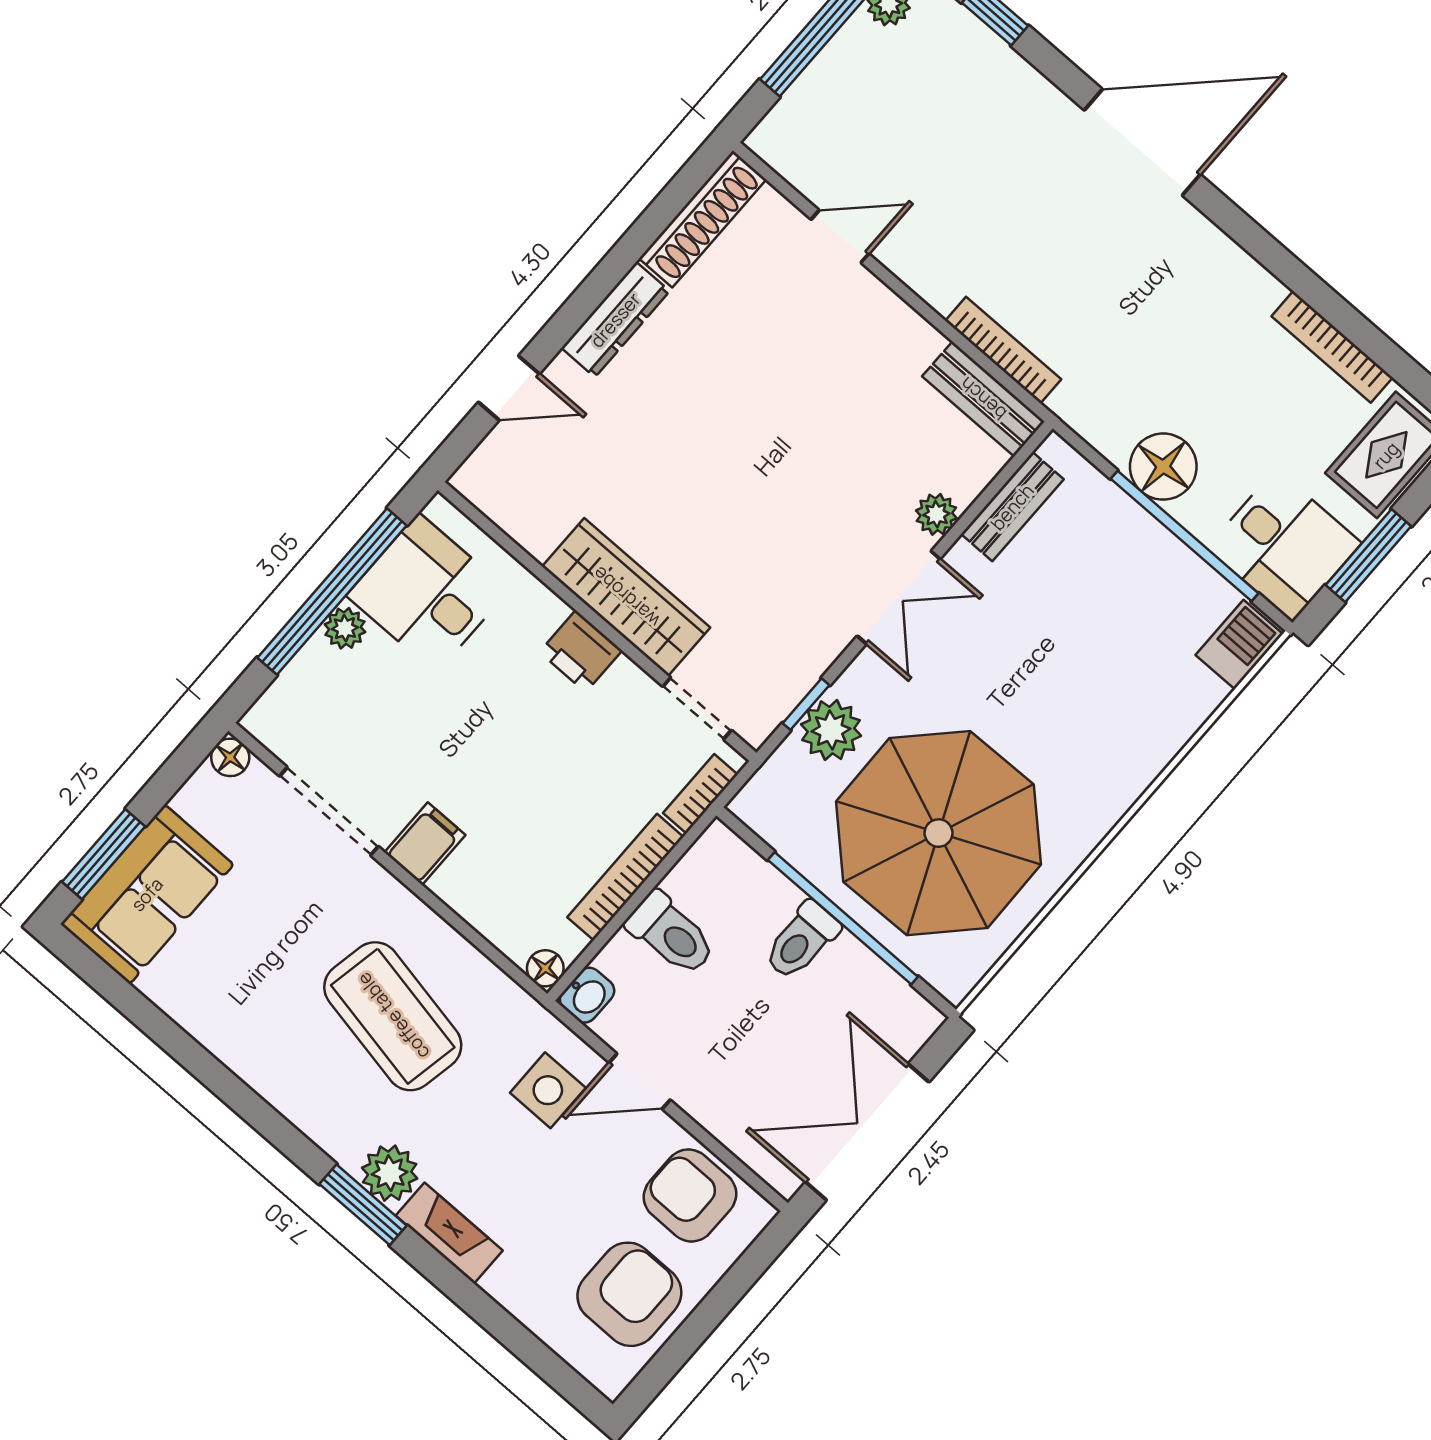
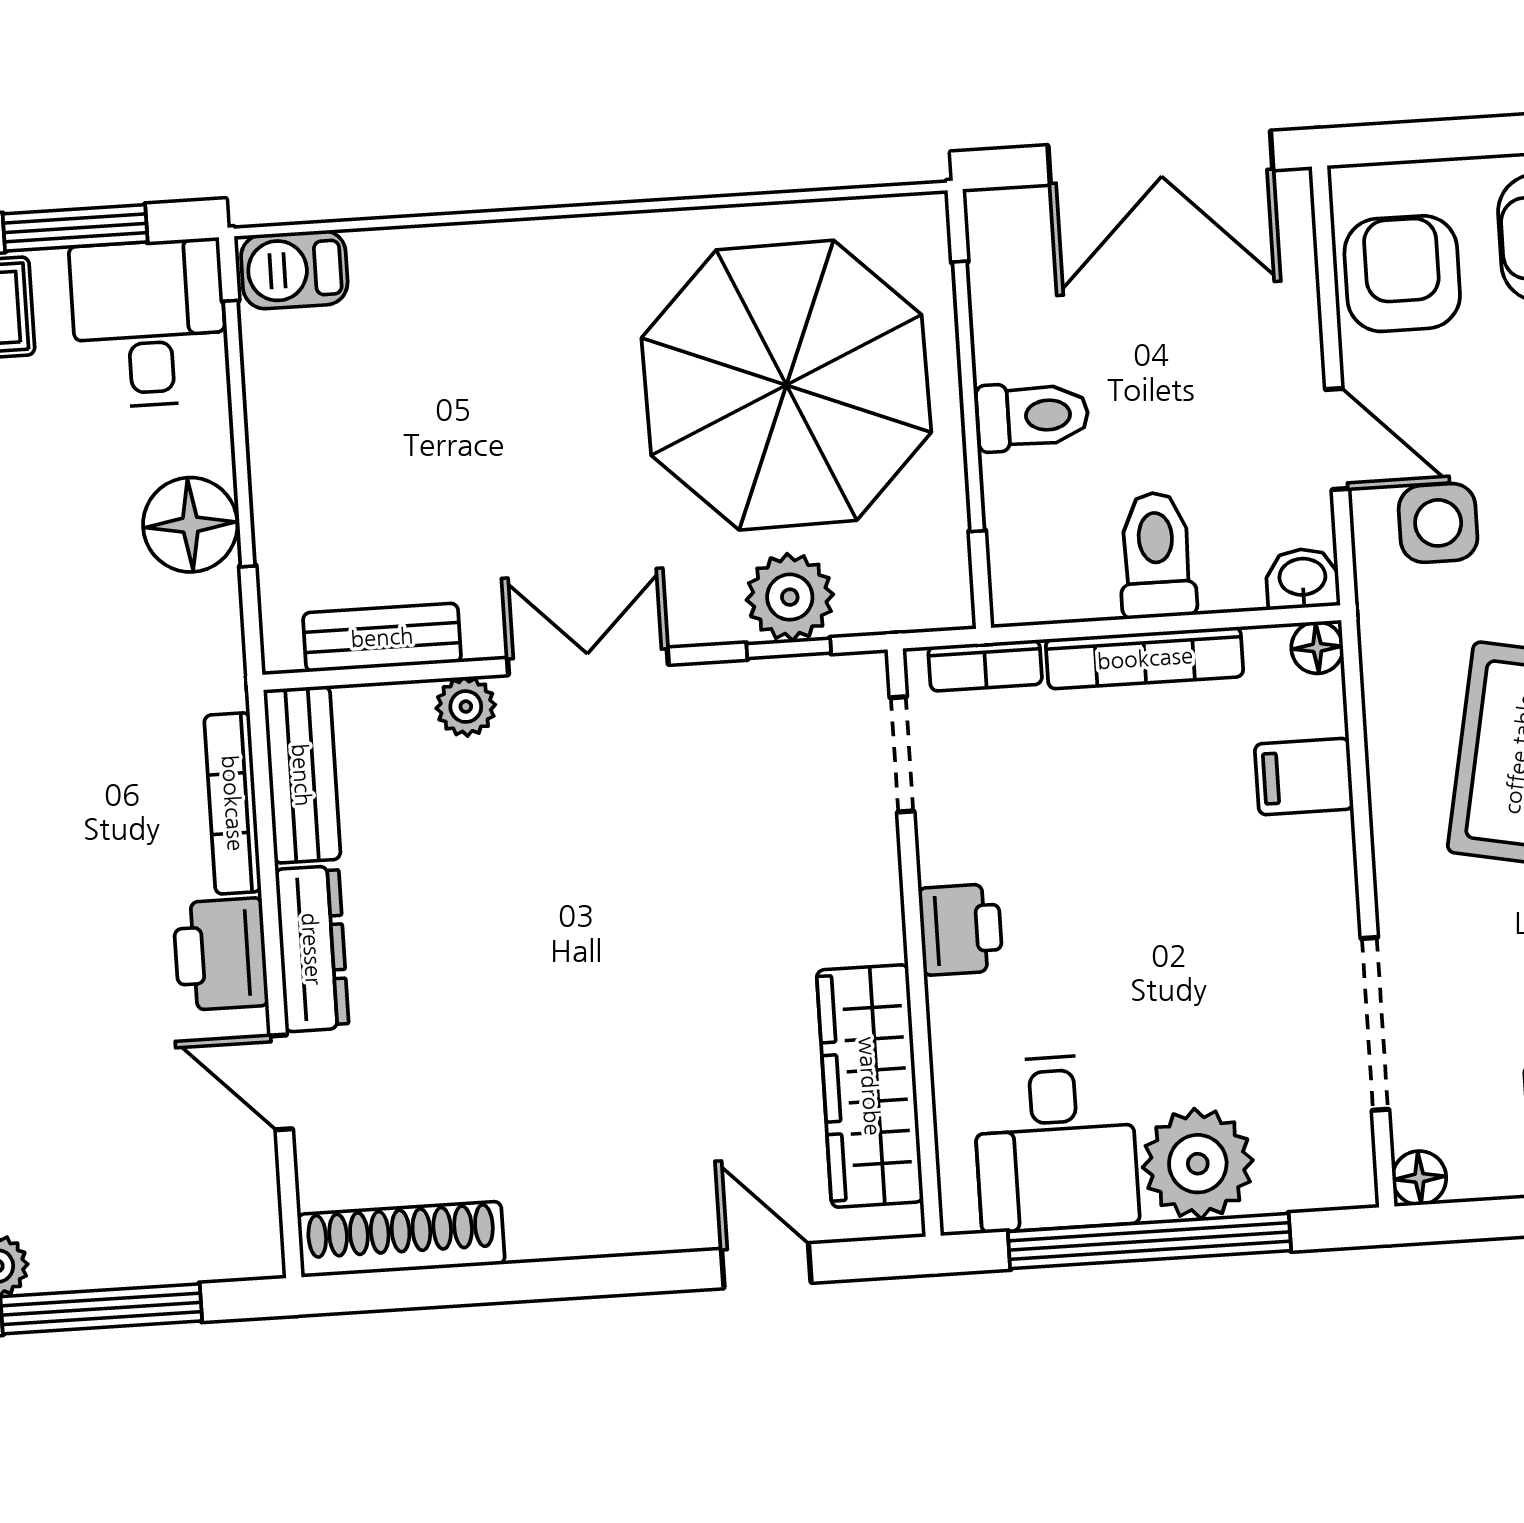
printer: (934, 270) -> (221, 954), added
dresser: (615, 320) -> (312, 949), moved, turned 90
wardrobe: (626, 597) -> (870, 1086), moved
plant: (345, 628) -> (1198, 1164), width x1.88, depth x1.88
filing cabinet: (425, 844) -> (1304, 777), moved
armchair: (690, 1195) -> (1402, 274), turned 180

